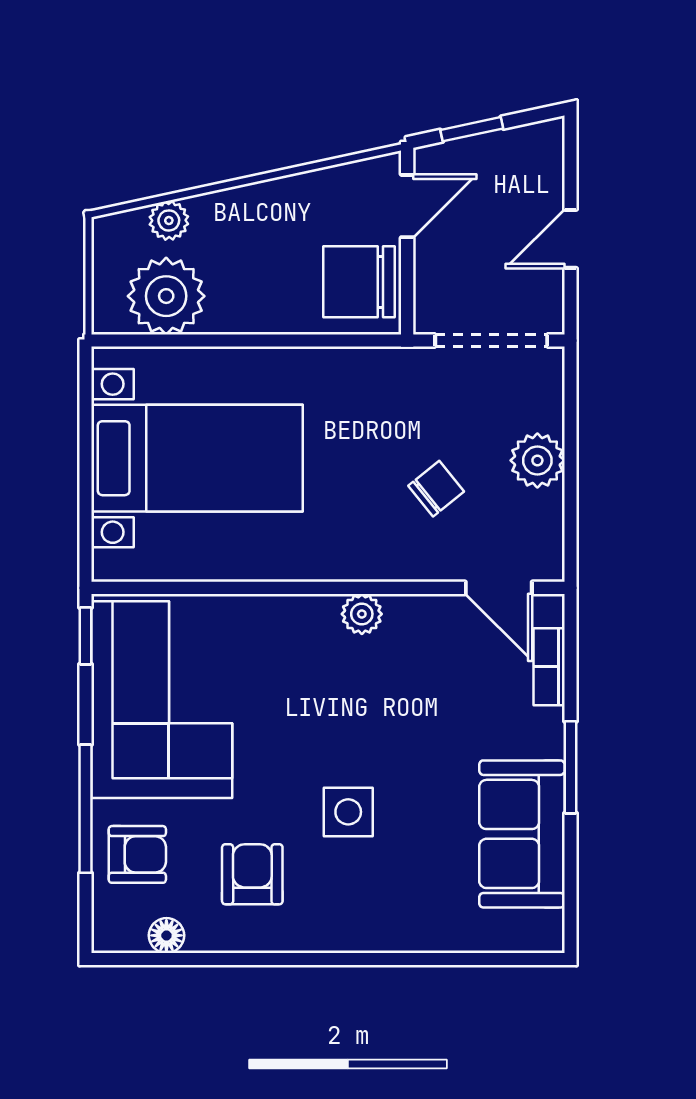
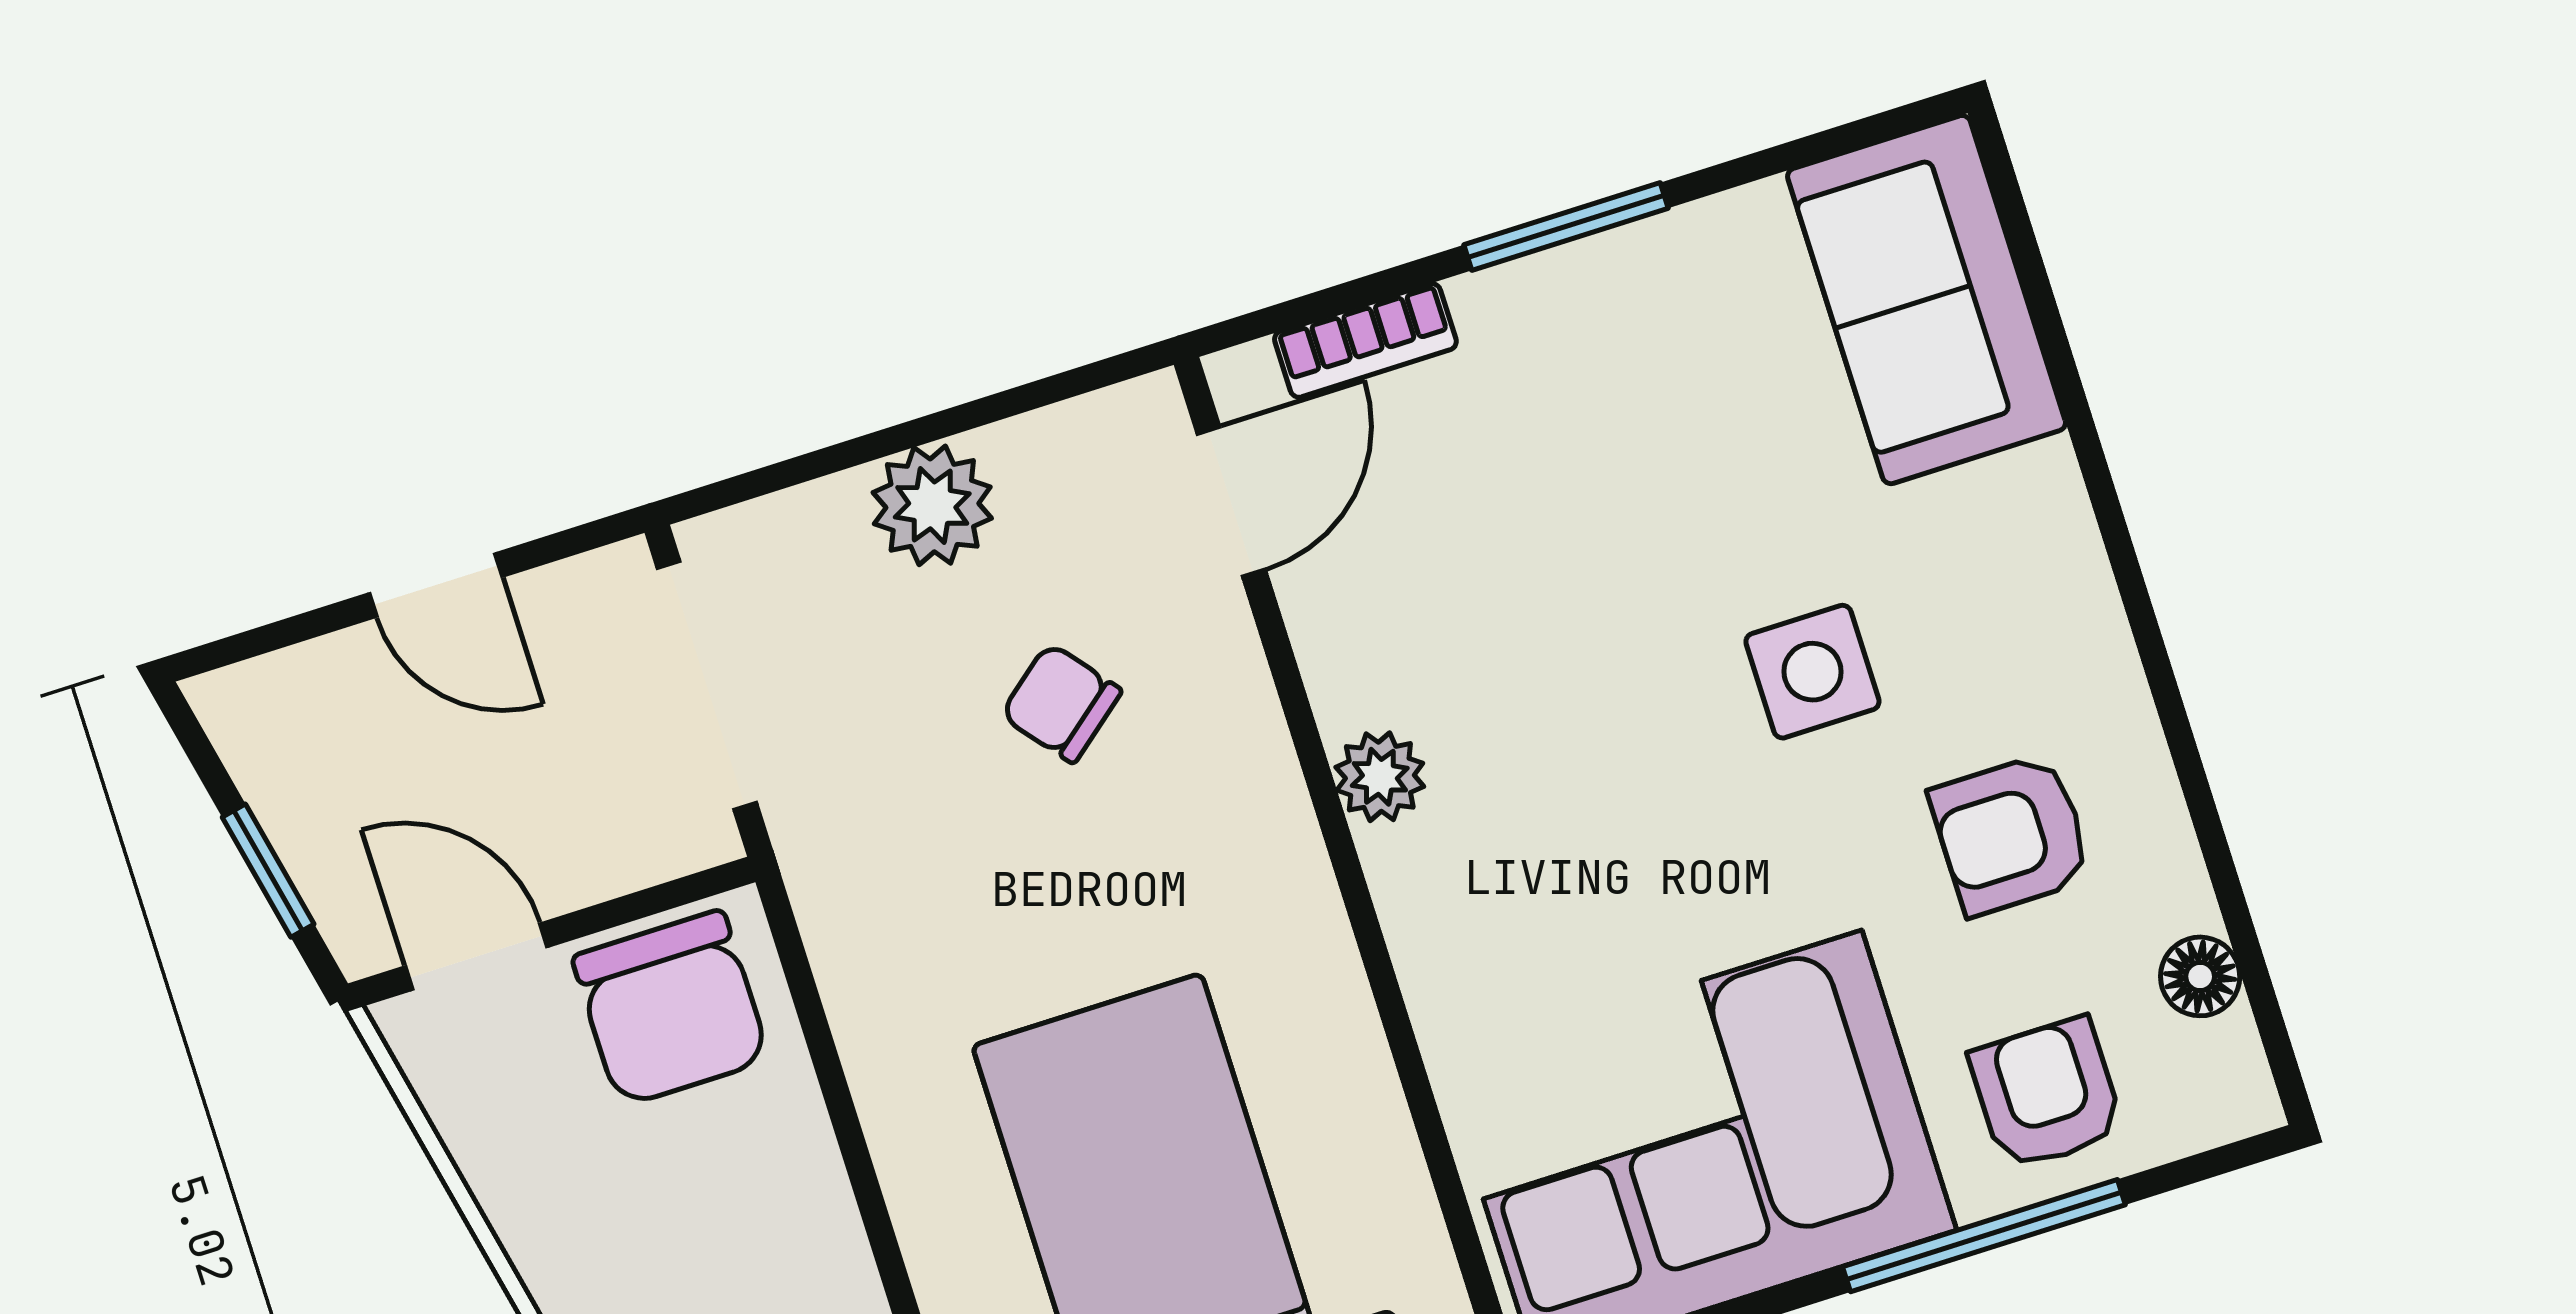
sofa: (522, 834) -> (1927, 300), moved, turned 90

